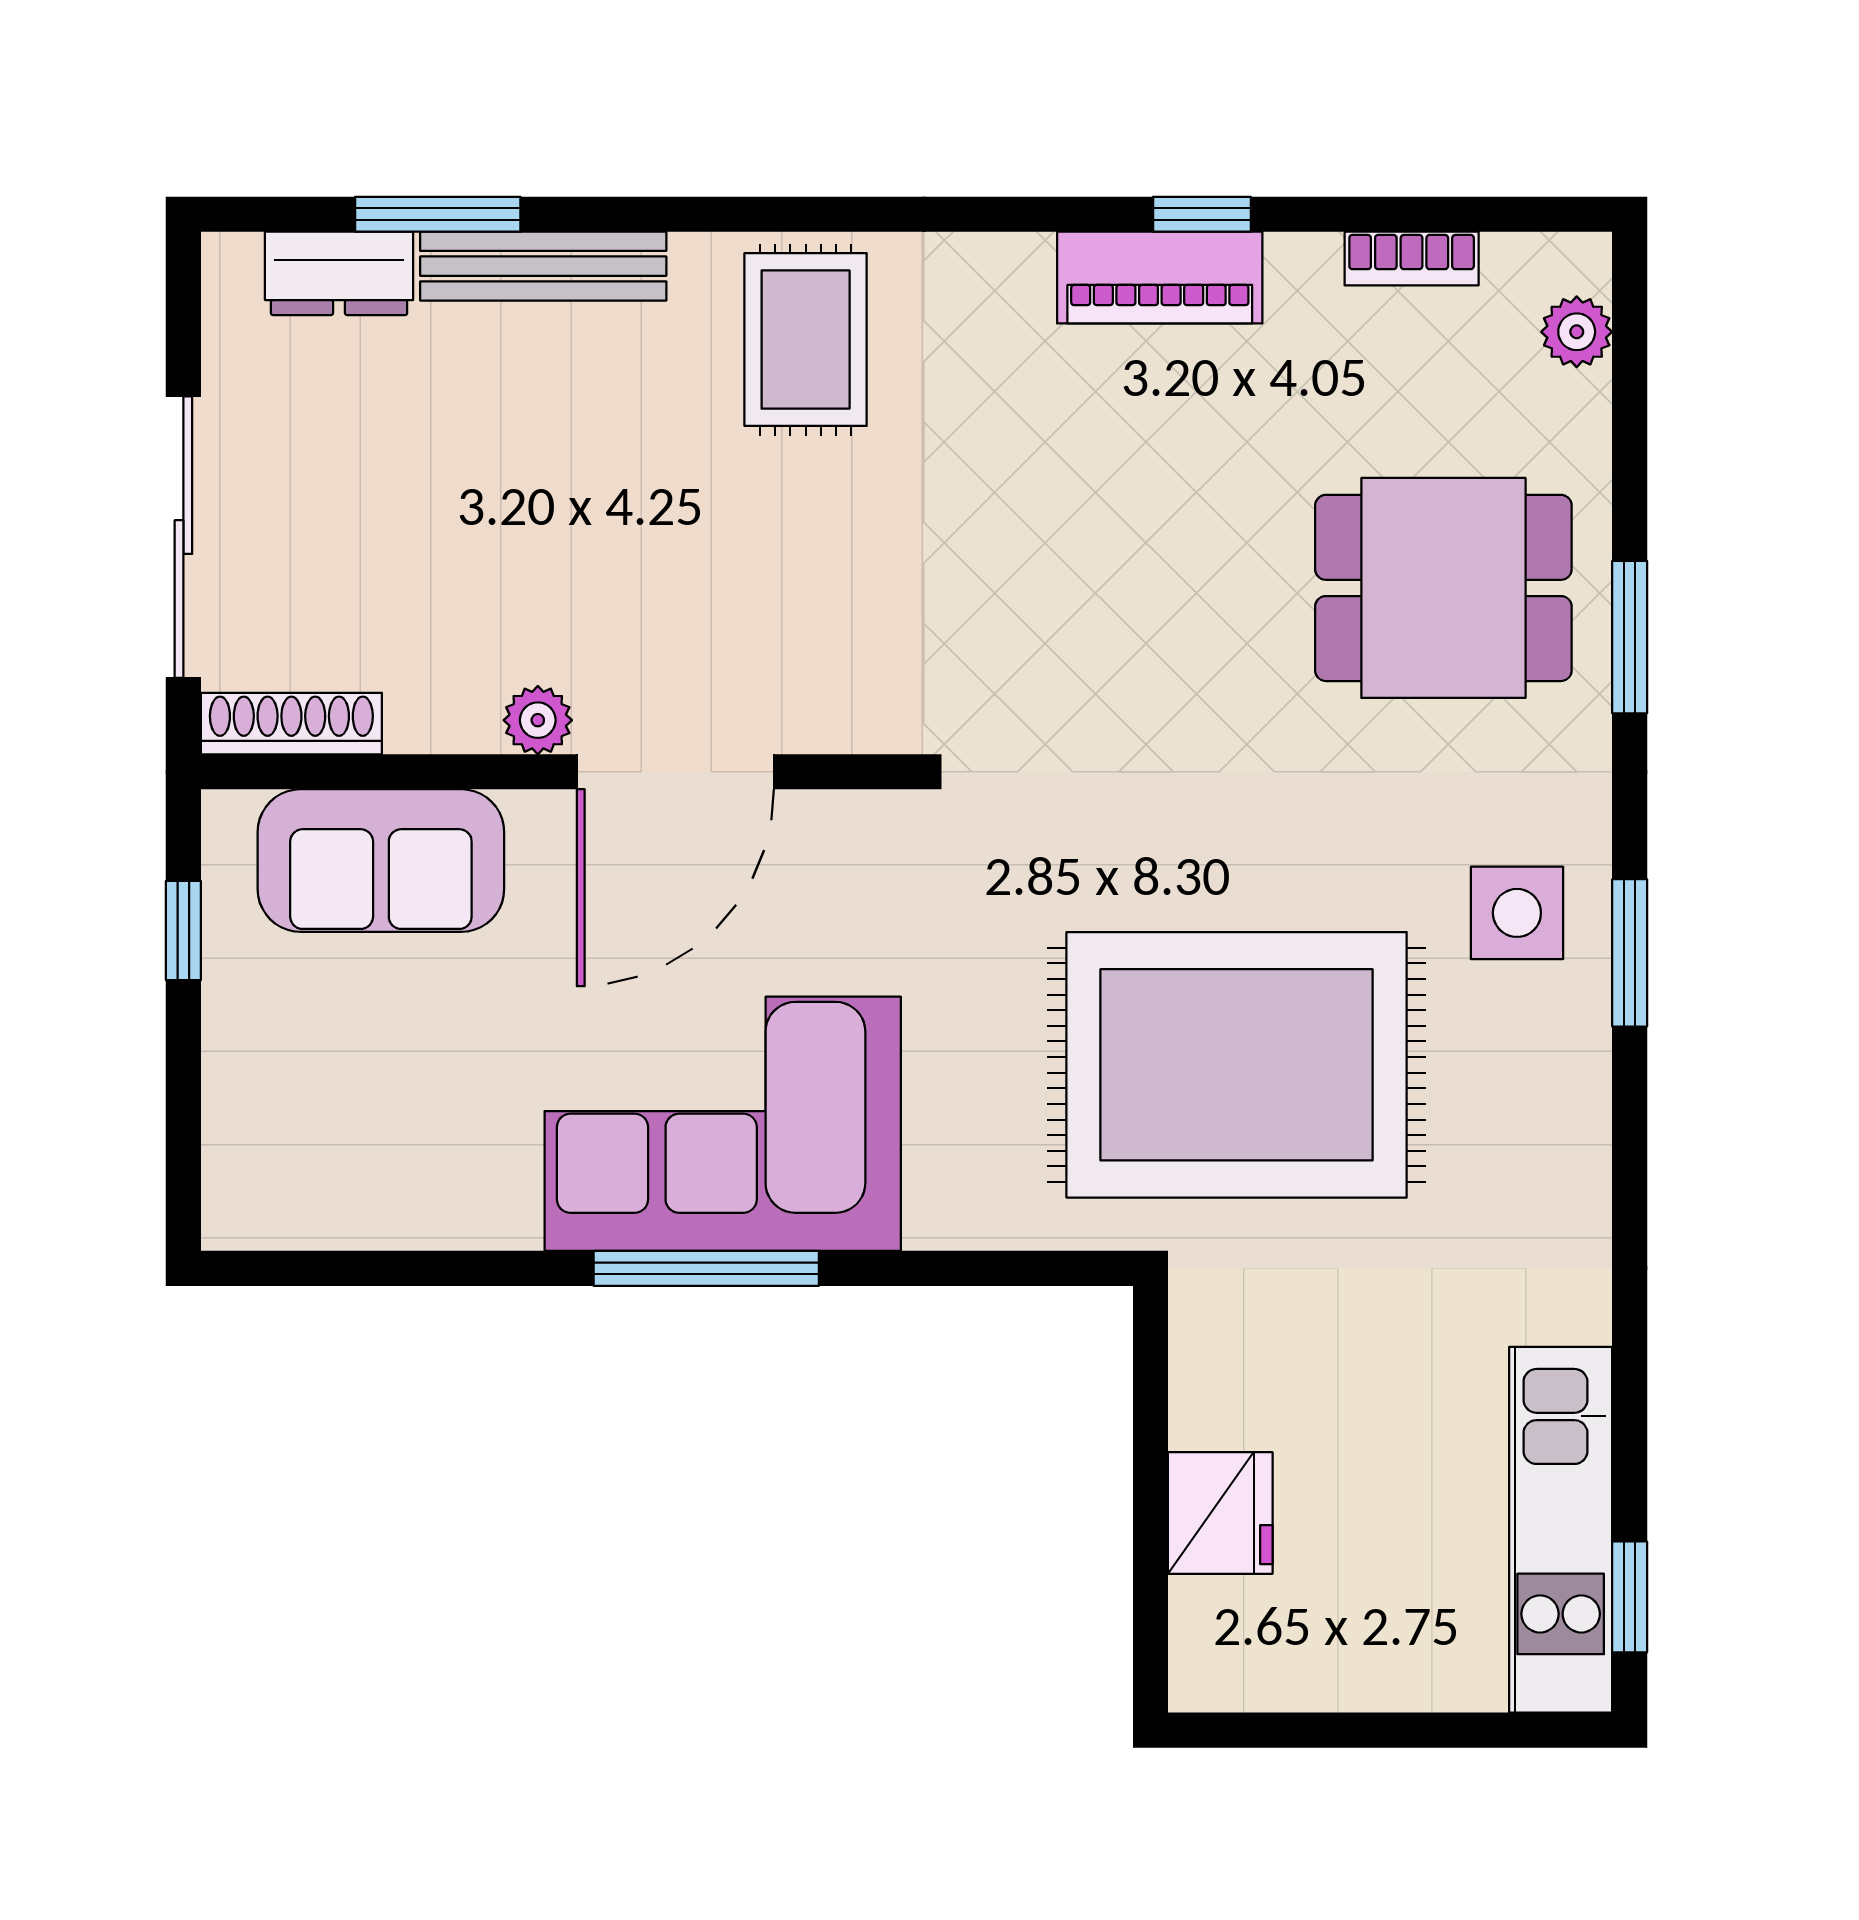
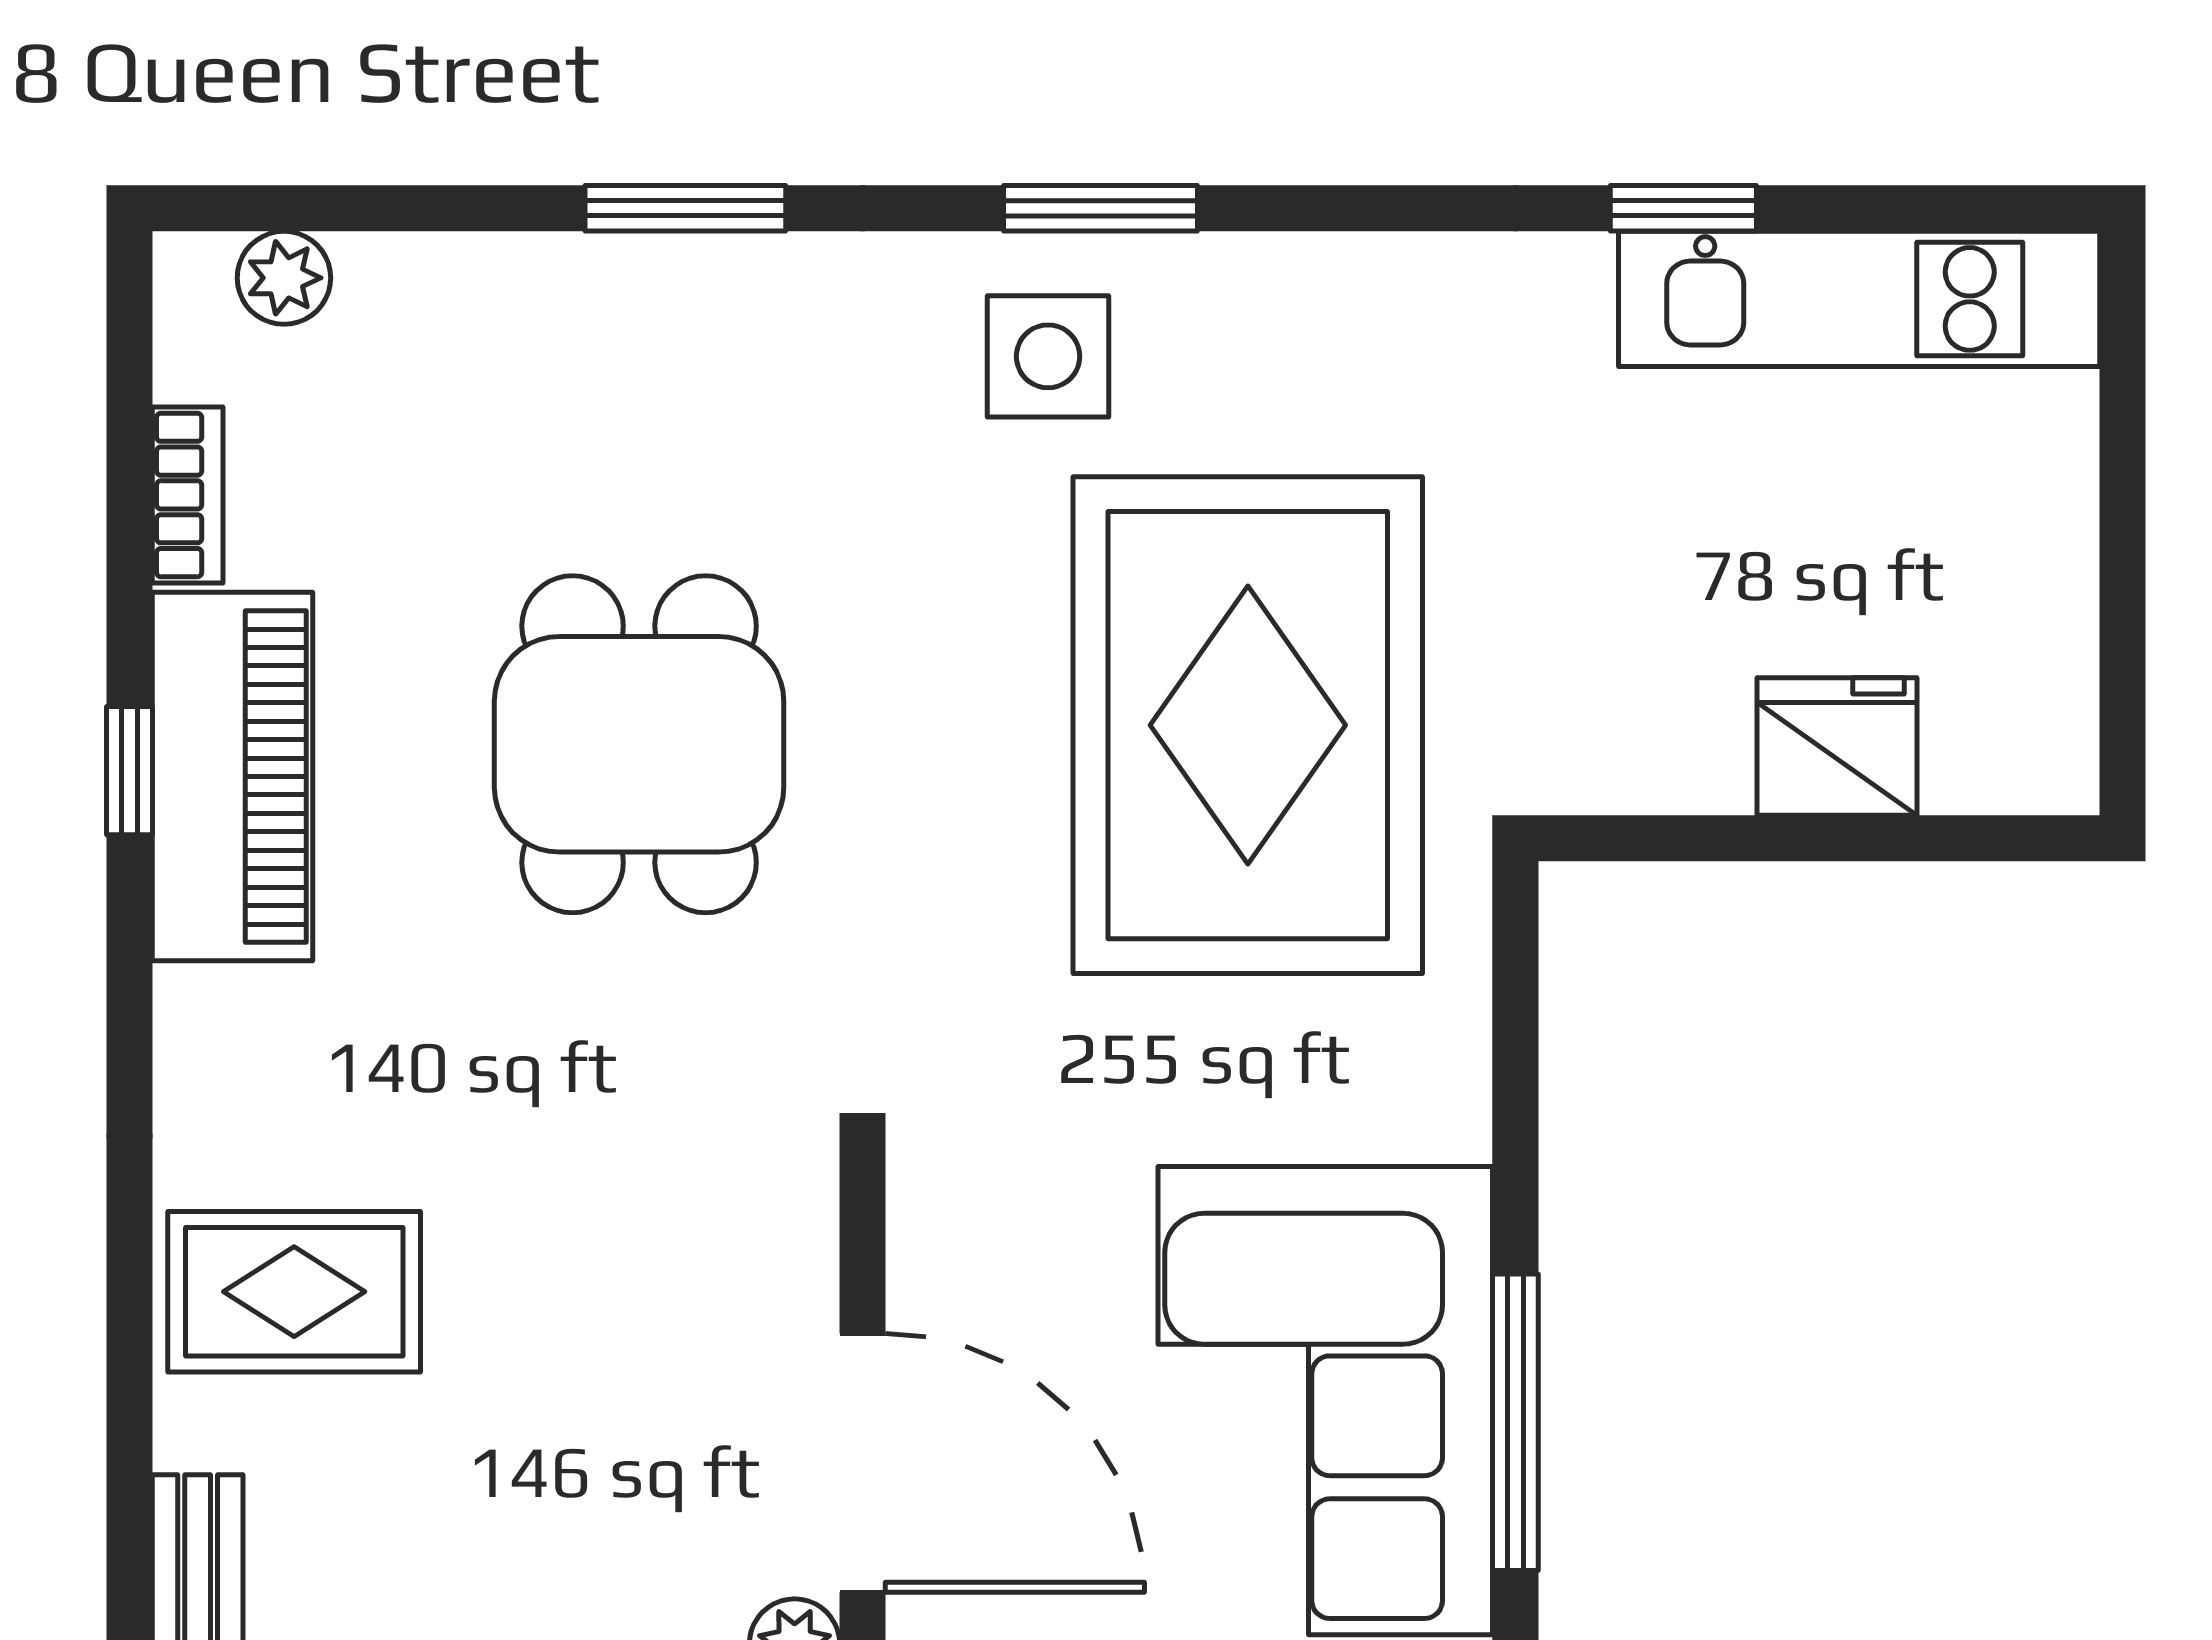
piano: (1160, 278) -> (232, 777), width x1.37, depth x1.33
dining table: (1443, 588) -> (639, 744), moved
window: (1630, 1597) -> (1683, 208), moved

